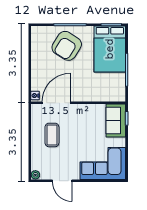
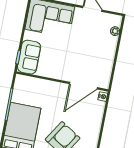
coffee table: (52, 135) -> (94, 55), removed
plant: (35, 175) -> (115, 31), moved

